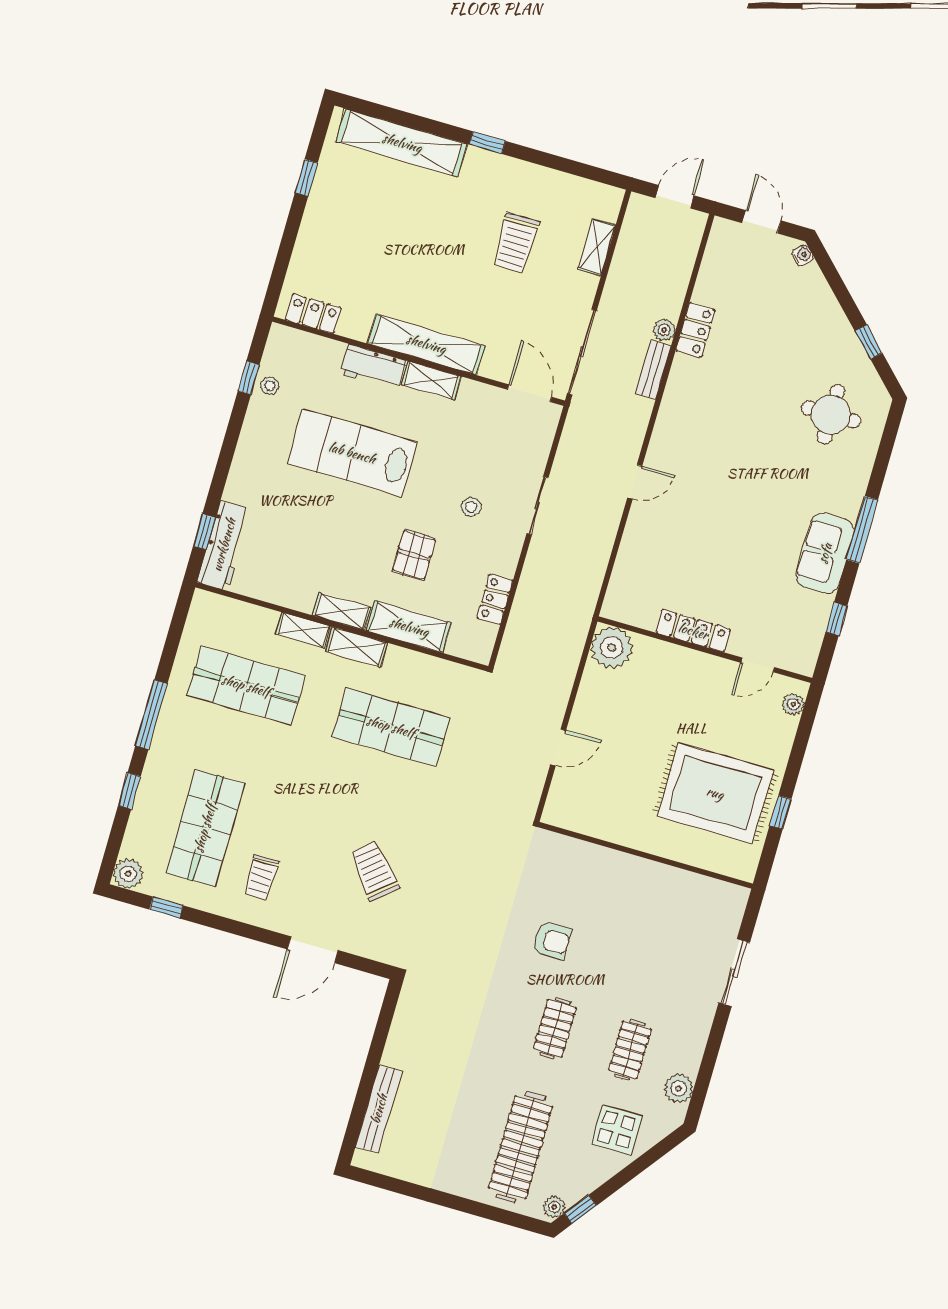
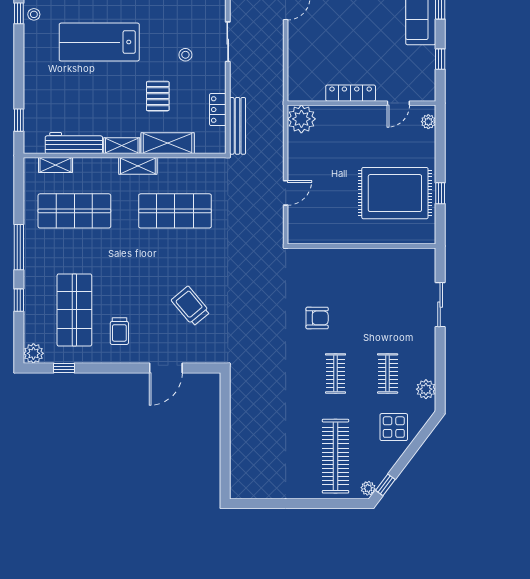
workbench: (224, 545) -> (74, 143), moved, turned -90
shelving: (303, 630) -> (55, 165), moved
bench: (379, 1109) -> (238, 126), moved

